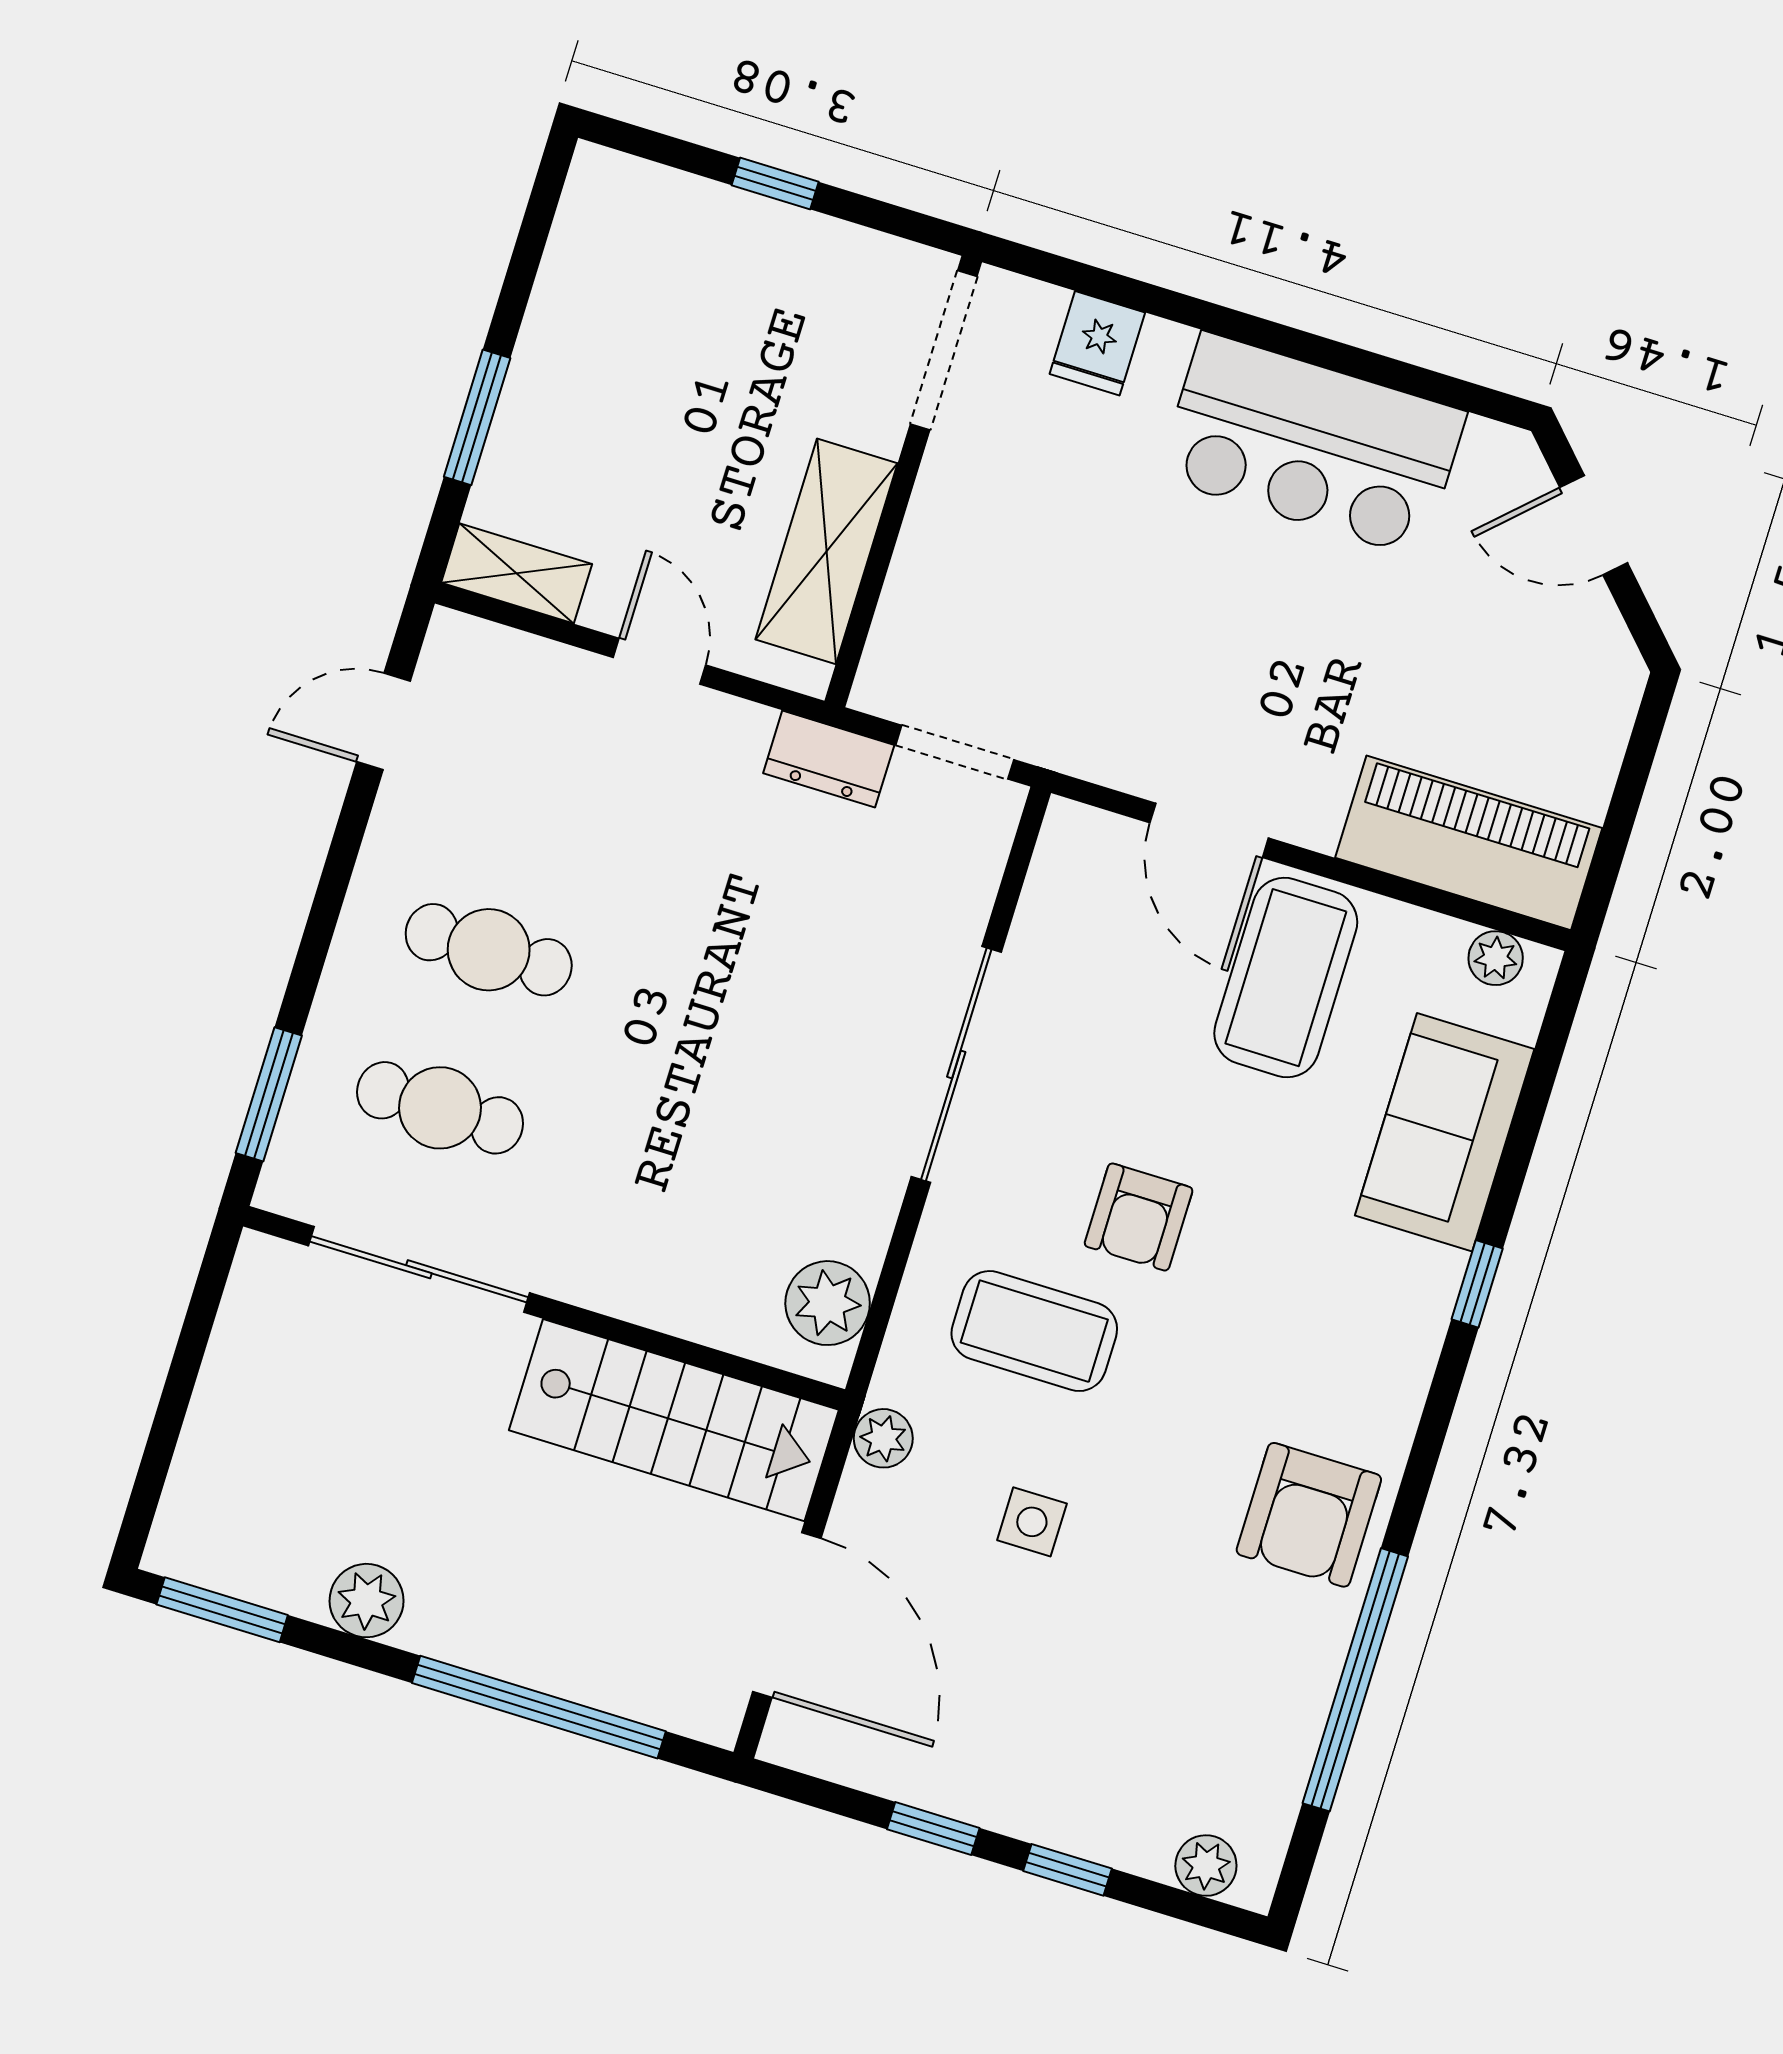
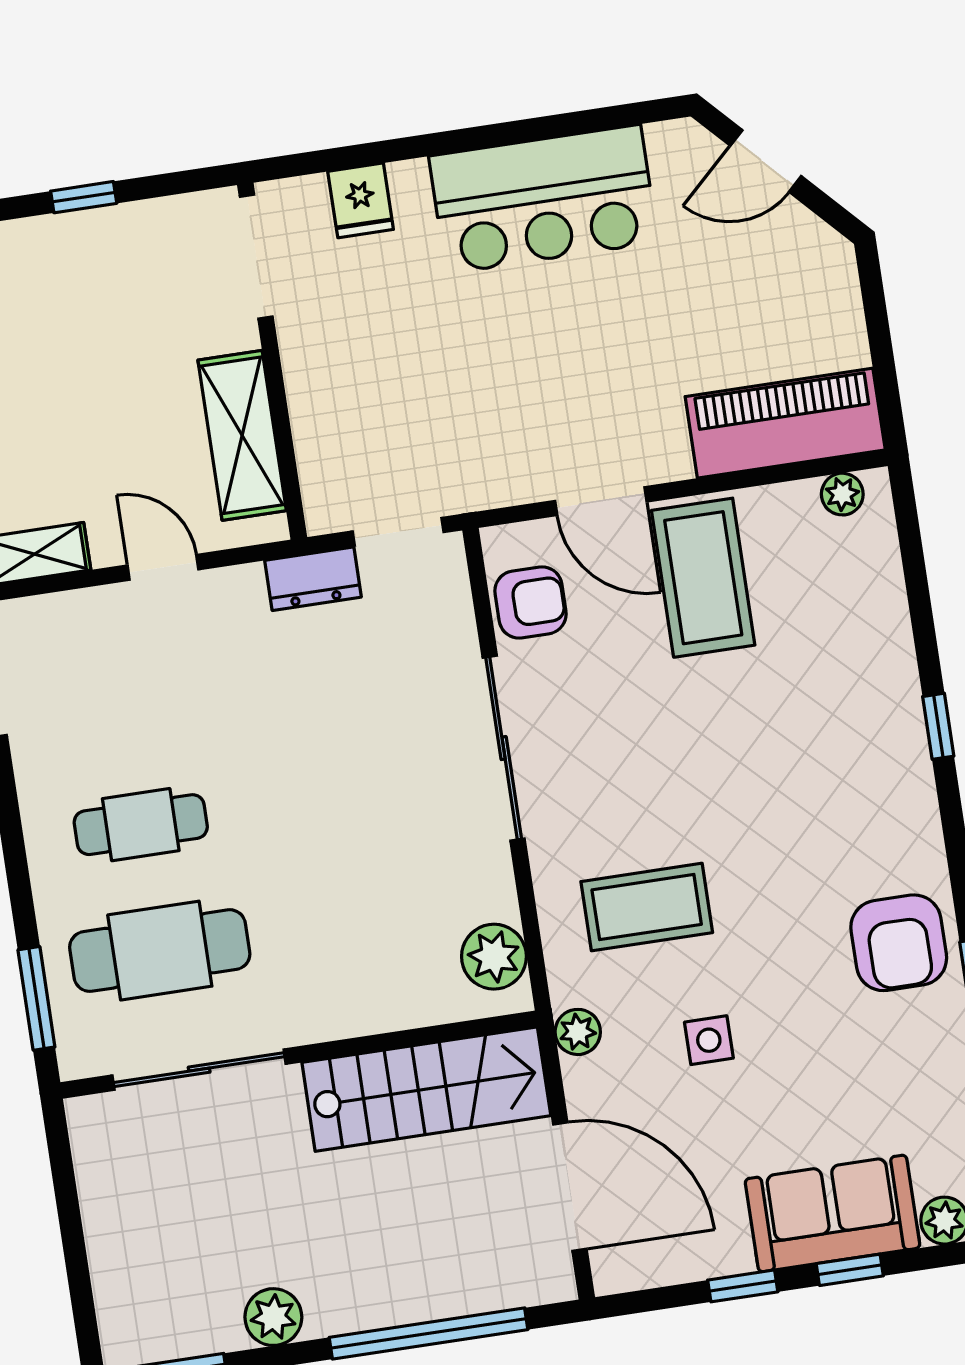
cafe table: (440, 1108) -> (160, 951), width x1.37, depth x1.35
sofa: (1445, 1132) -> (833, 1213), moved, turned 90
armchair: (1139, 1217) -> (531, 602), moved, turned -90

